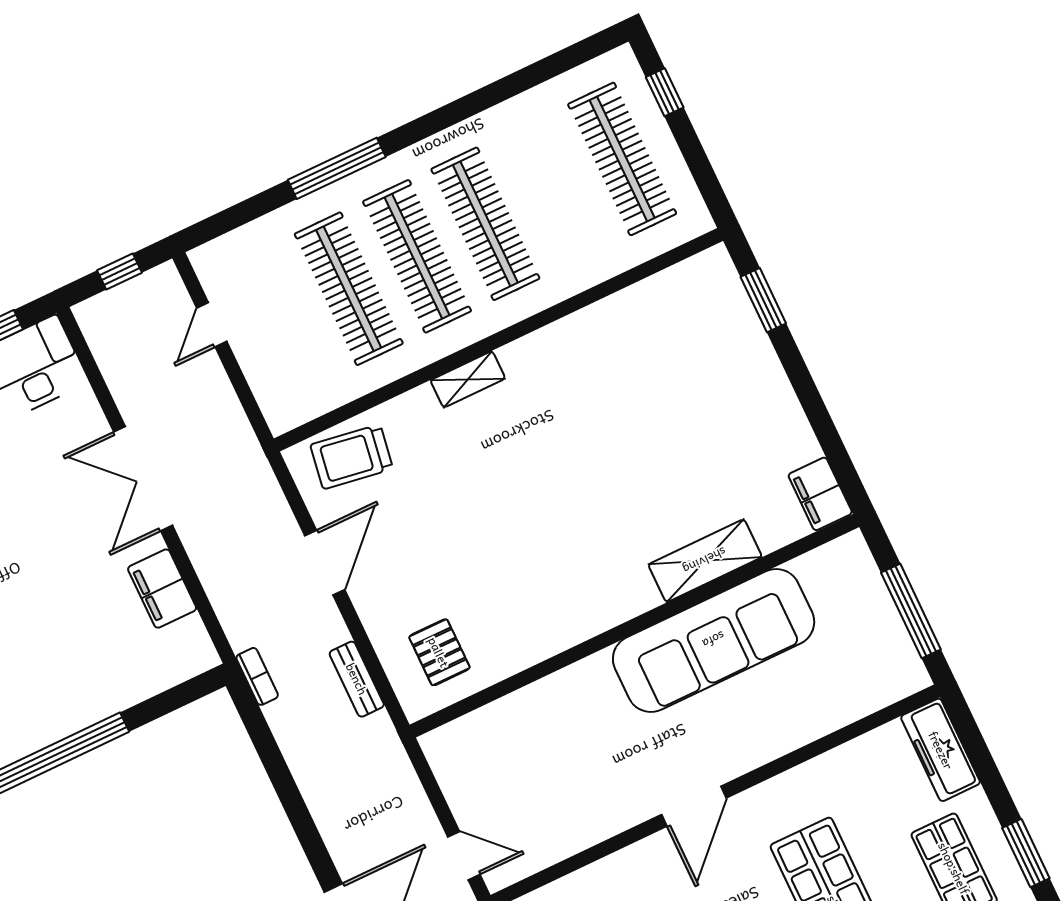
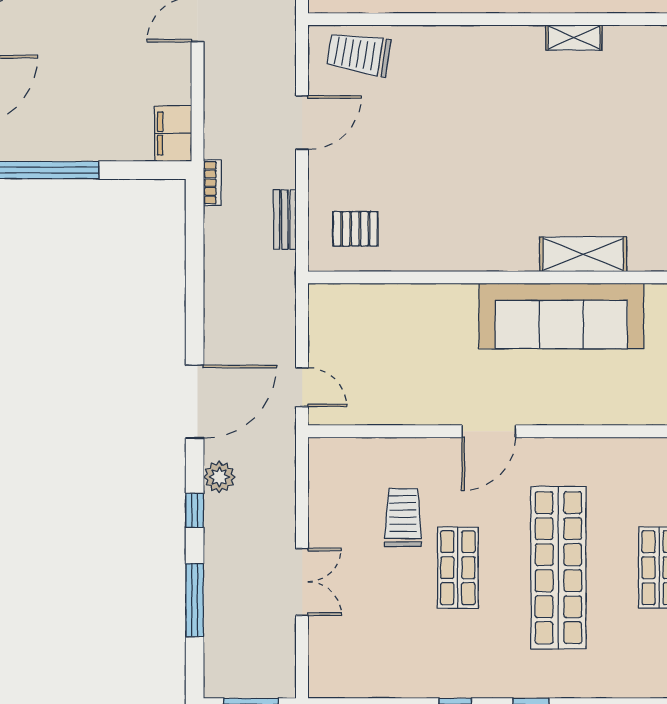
shelving: (468, 379) -> (574, 38), moved
filing cabinet: (162, 589) -> (173, 133), moved
pallet: (439, 652) -> (355, 229), turned 90

